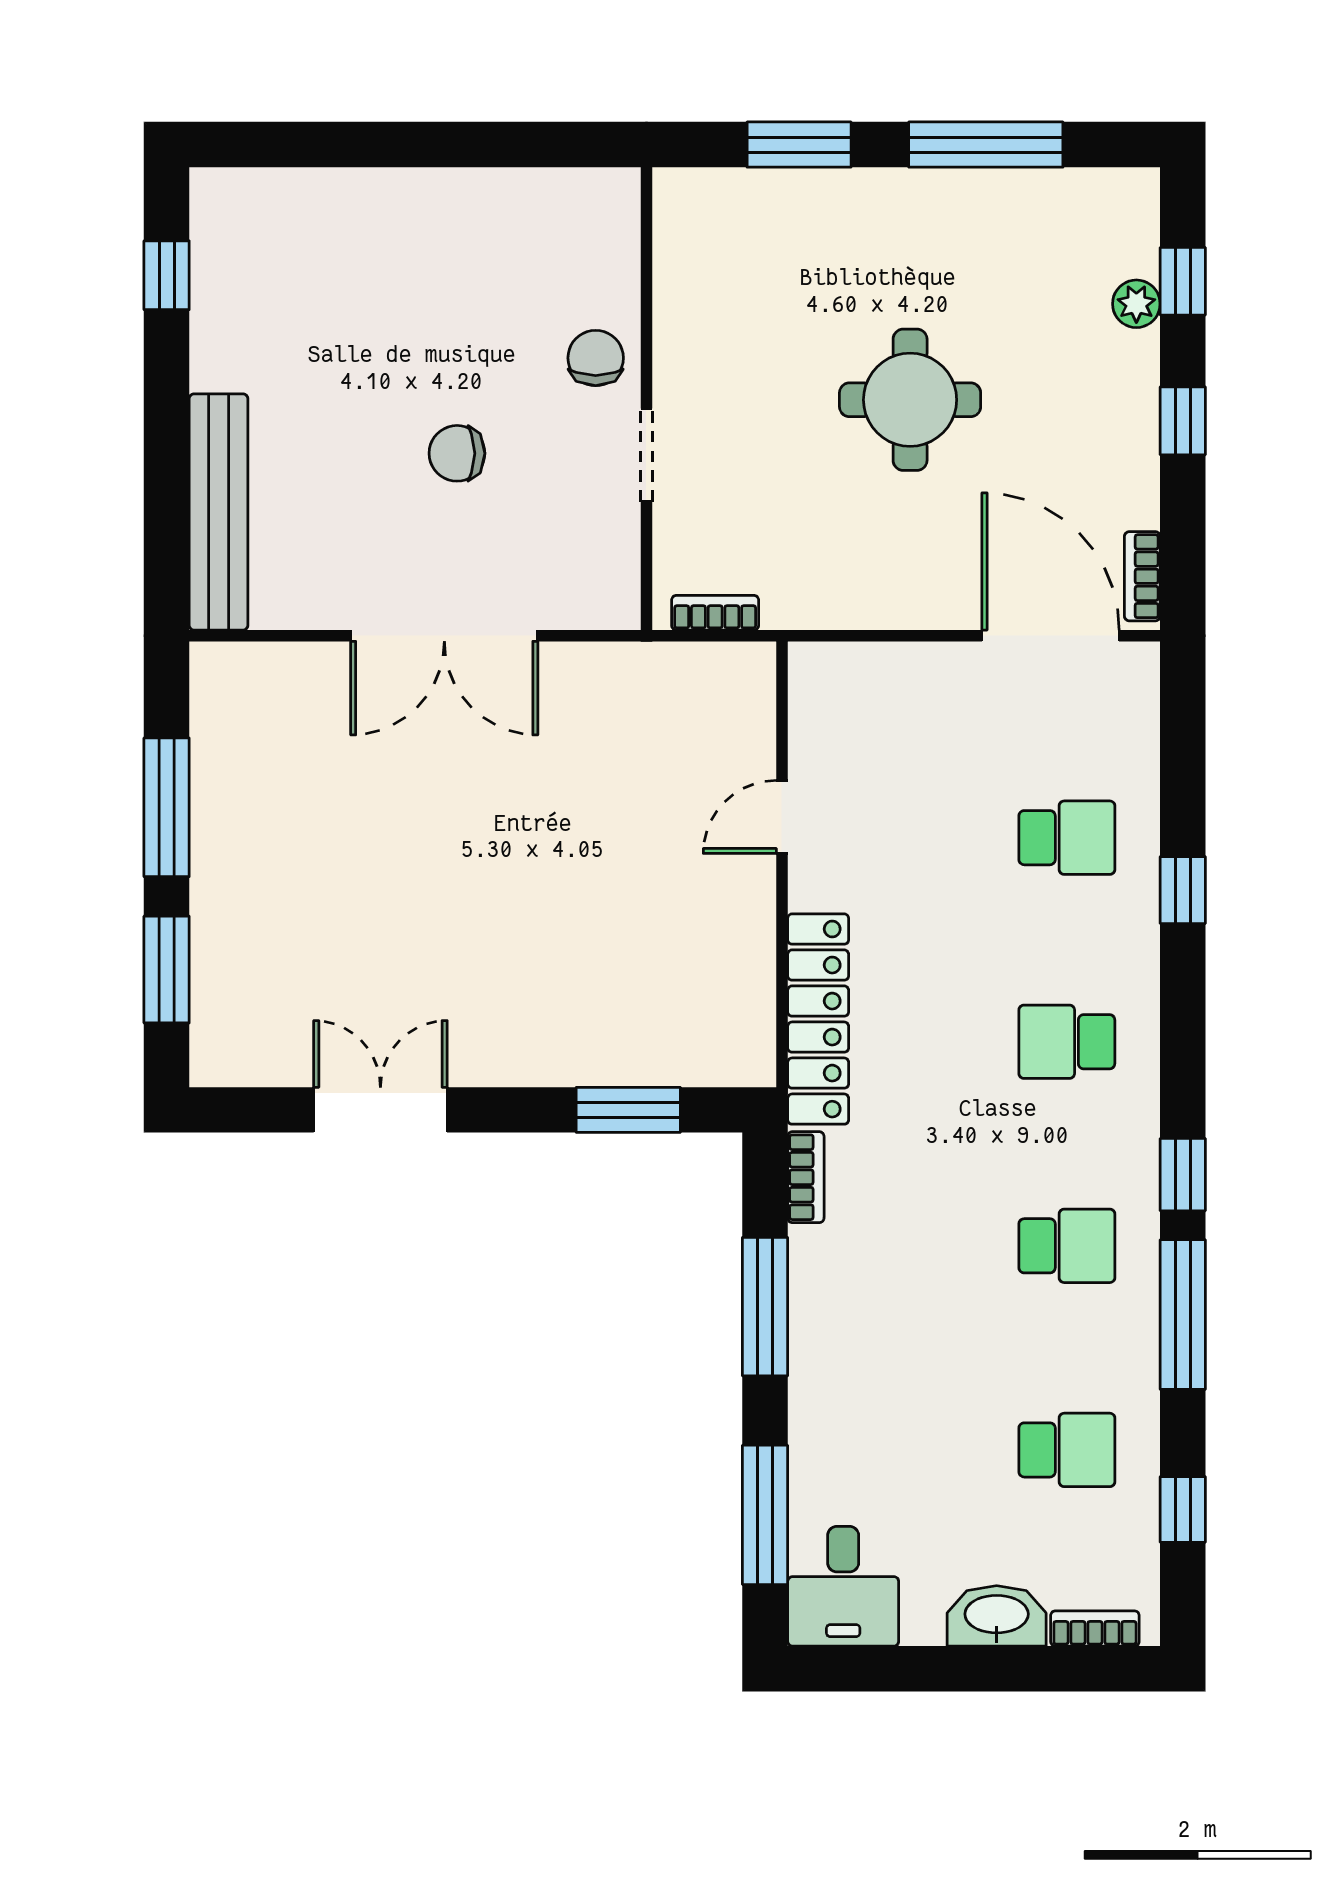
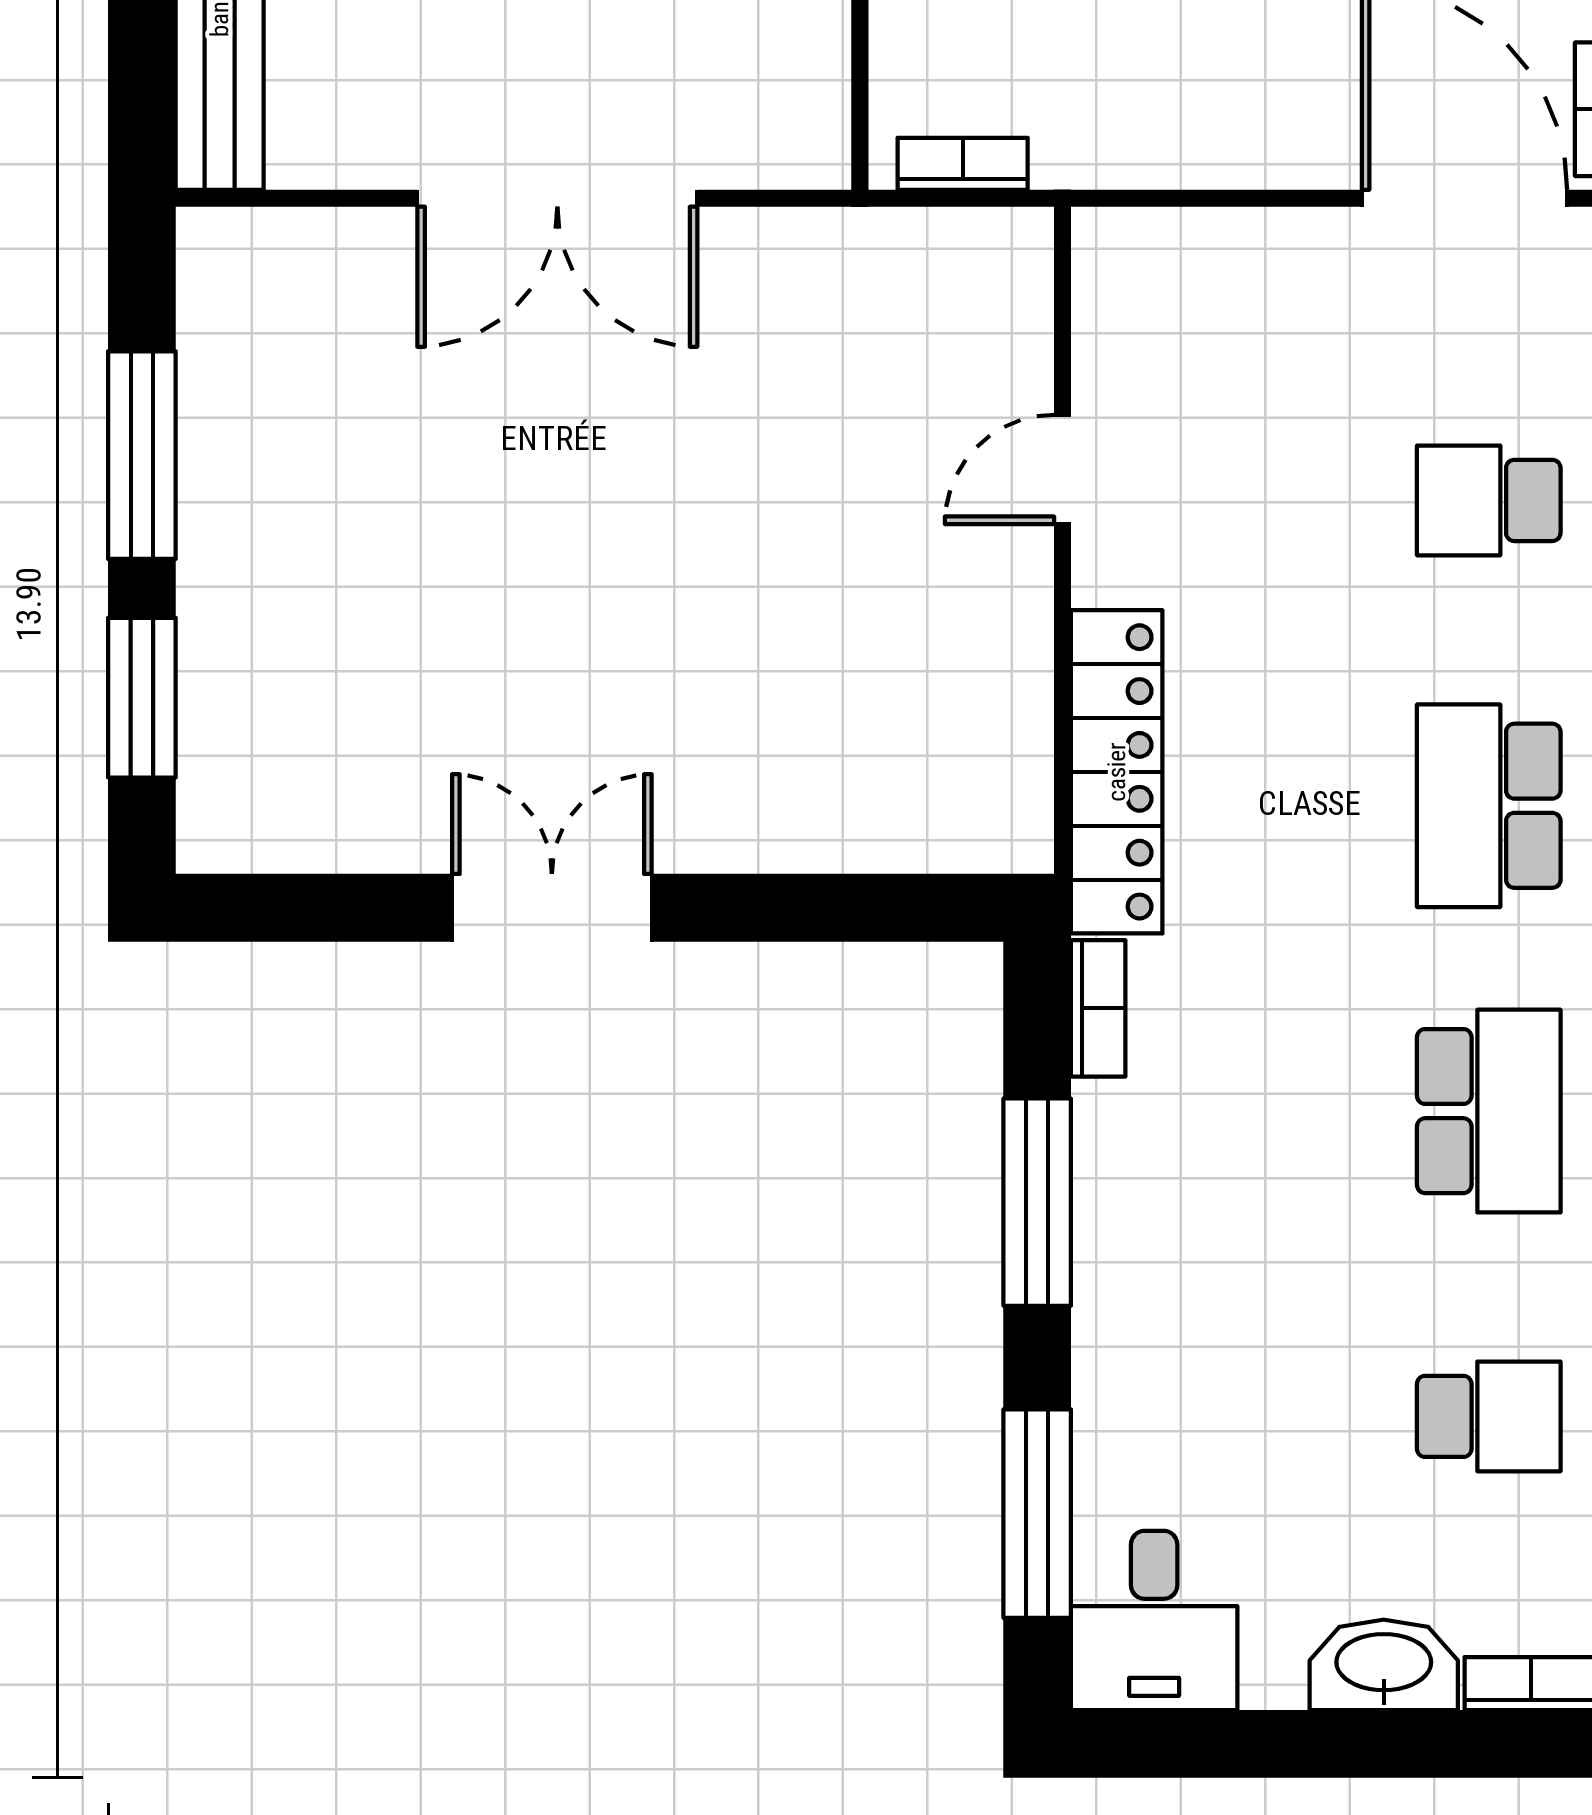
school desk: (1067, 838) -> (1489, 500), turned 180
school desk: (1067, 1042) -> (1489, 806), width x1.85
double door: (380, 1110) -> (552, 908), moved
window: (628, 1110) -> (833, 908), removed
school desk: (1067, 1246) -> (1489, 1111), width x1.85

